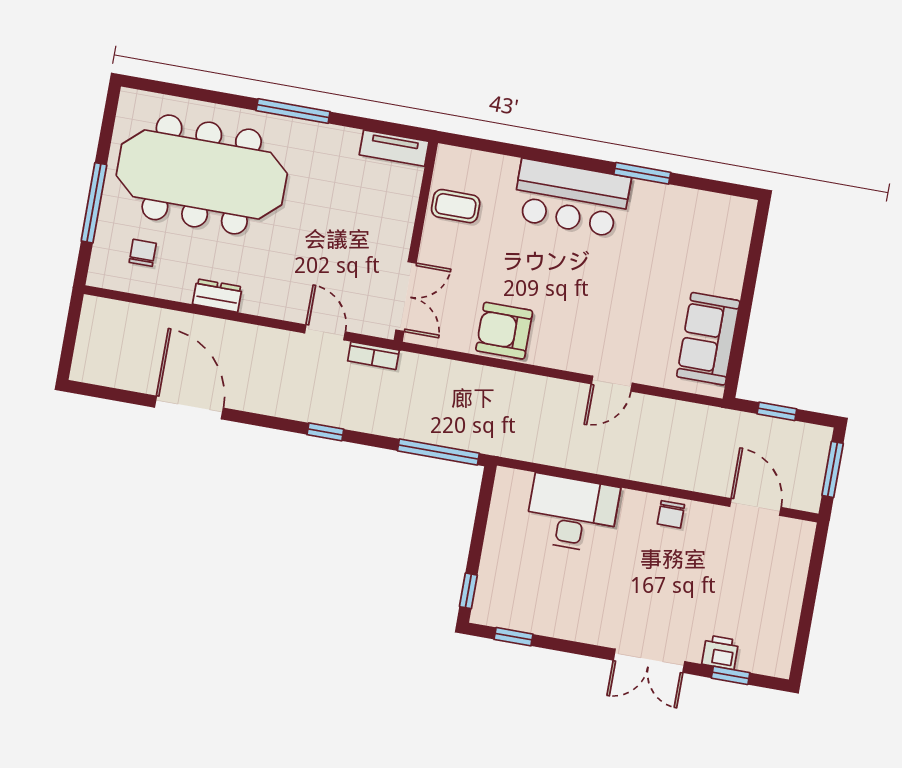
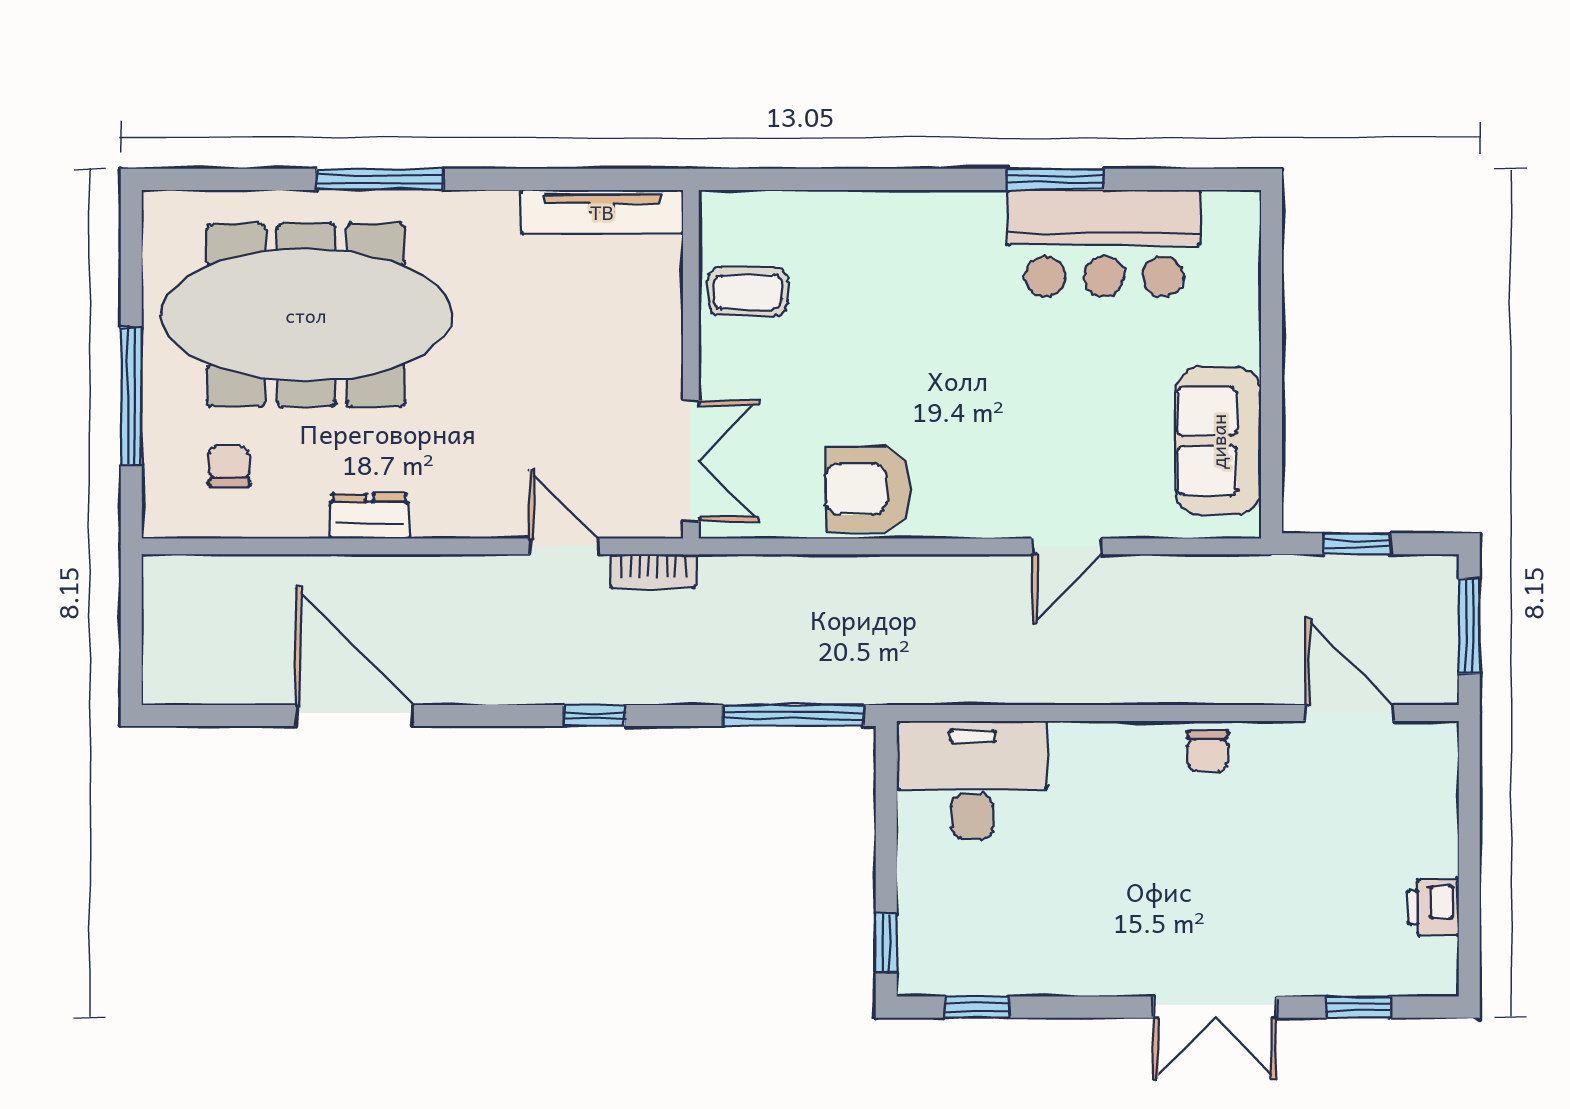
window: (293, 111) -> (380, 179), moved
tv unit: (394, 148) -> (602, 212), width x1.41
bar counter: (571, 198) -> (1104, 243), moved
desk: (572, 514) -> (972, 780), moved
printer: (720, 652) -> (1433, 907), moved, turned -90

